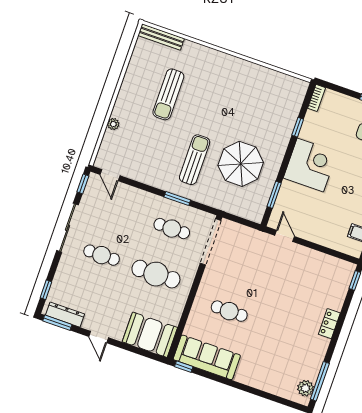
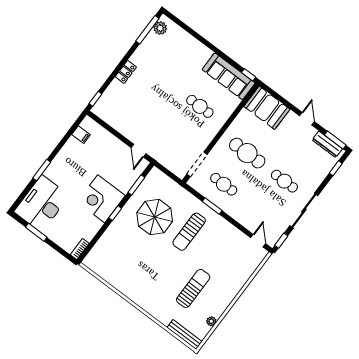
plant: (113, 124) -> (211, 321), moved
window: (298, 127) -> (115, 213), moved
doorway: (211, 242) -> (197, 164), width x0.73

